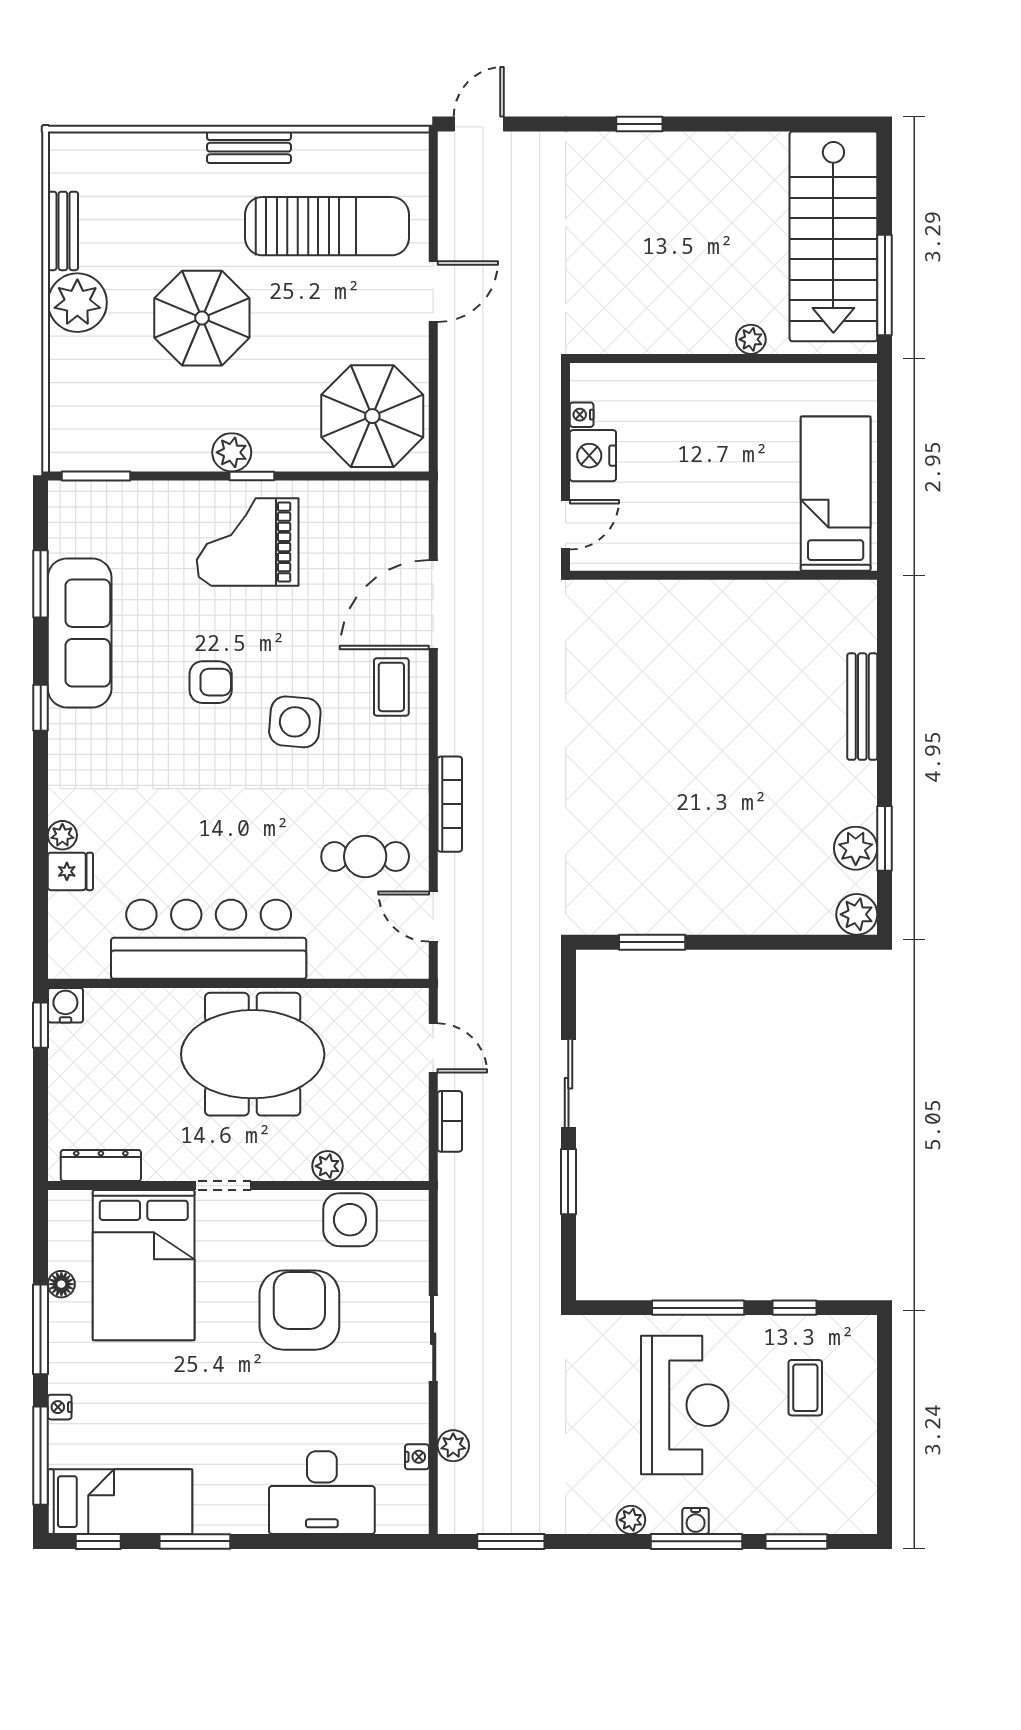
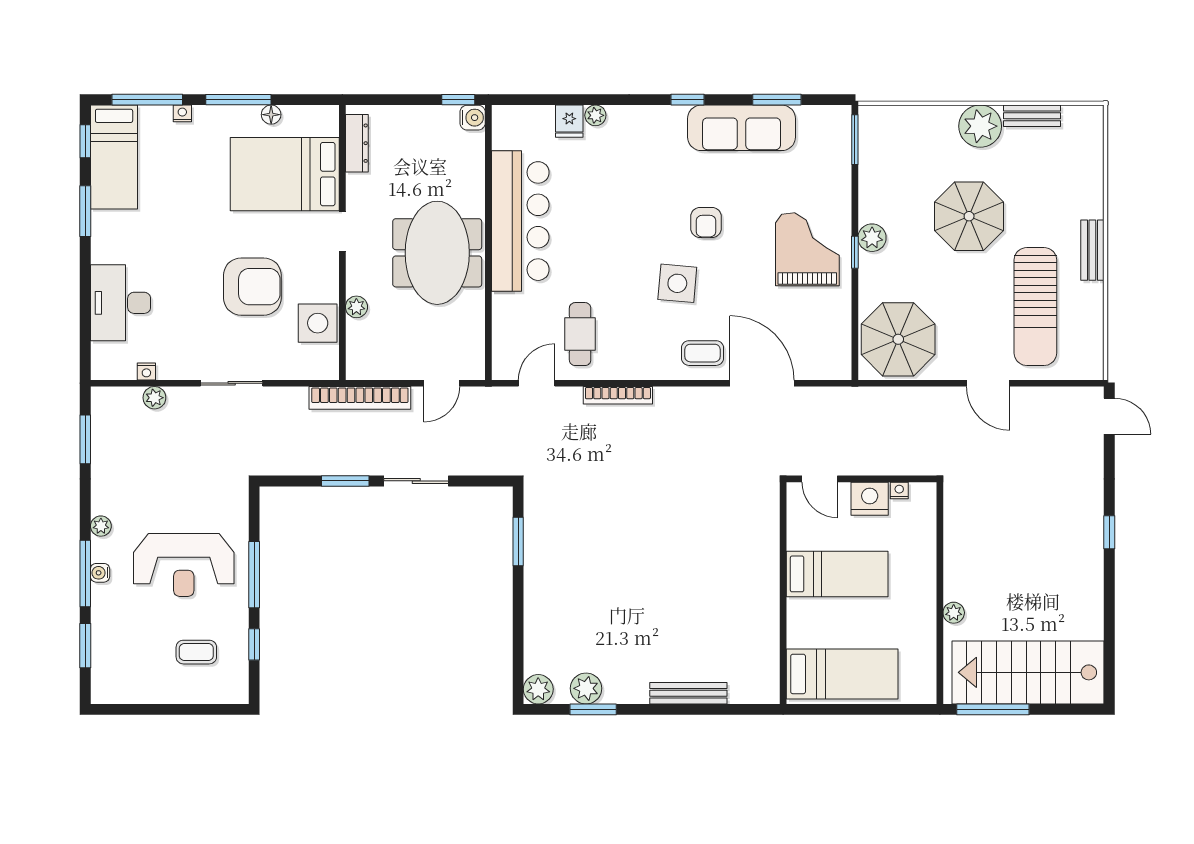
bed: (697, 501) -> (837, 574), added
bookcase: (450, 1121) -> (360, 398), width x2.31, depth x1.31

